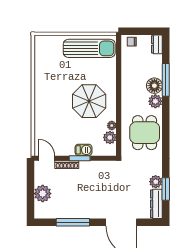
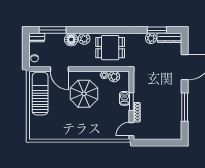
door: (119, 72) -> (59, 69), added
window: (166, 80) -> (53, 30), moved
plant: (43, 194) -> (161, 132), removed

